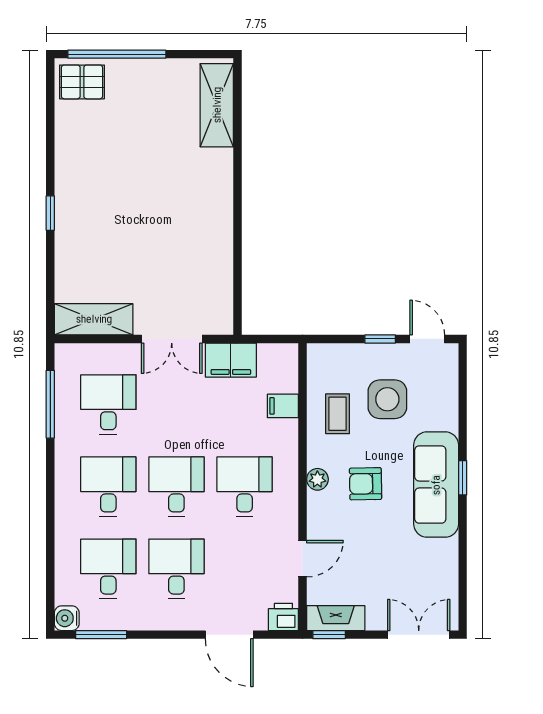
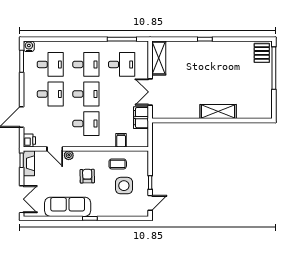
shelving: (217, 105) -> (218, 112), moved
plant: (317, 479) -> (69, 155), moved
sofa: (436, 485) -> (68, 207), moved

